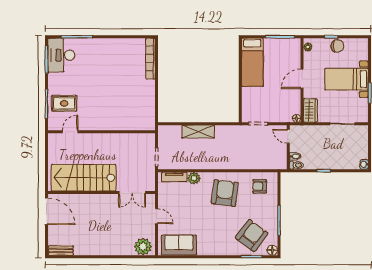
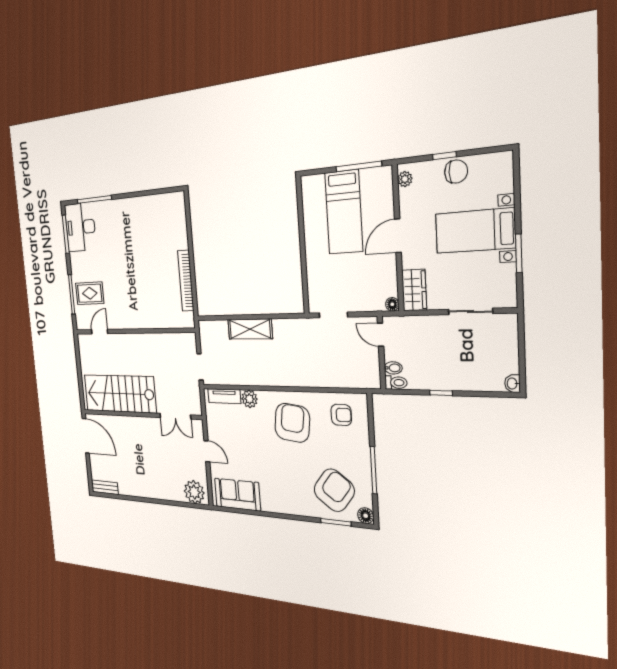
bookcase: (151, 59) -> (186, 281), moved
bed: (252, 62) -> (344, 212), moved
armchair: (260, 186) -> (341, 415), turned 180

